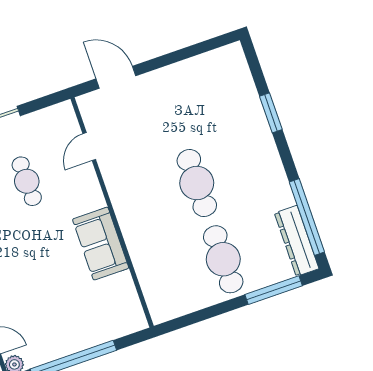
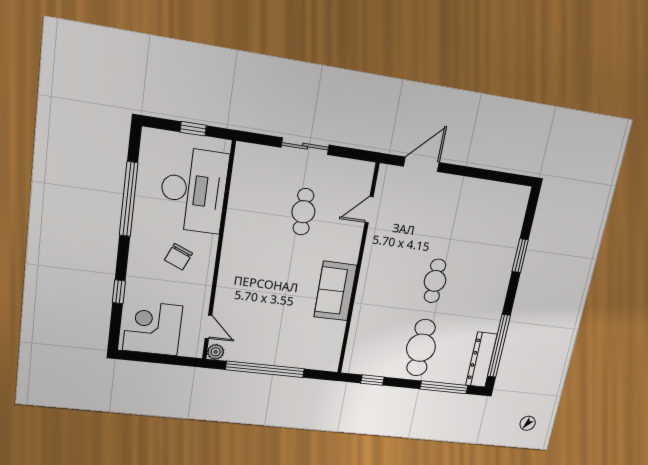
door: (116, 77) -> (421, 164), hinge flipped
cafe table: (197, 183) -> (435, 281), width x0.73, depth x0.74
window: (191, 319) -> (372, 380), added

